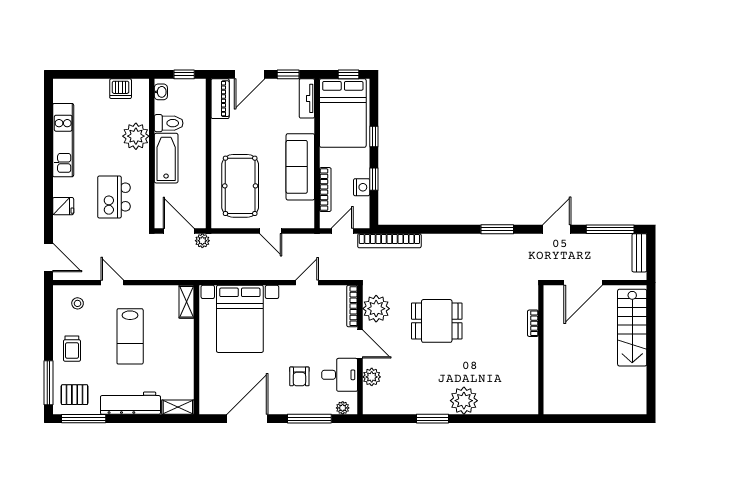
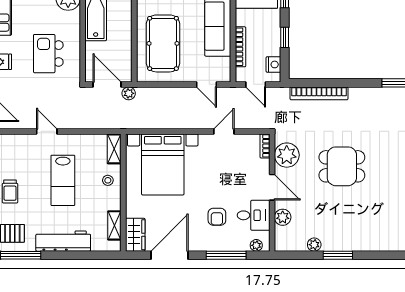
nightstand: (362, 187) -> (273, 64), moved
door: (271, 231) -> (206, 84), moved
door: (342, 231) -> (256, 84), swing flipped
bookcase: (389, 241) -> (319, 93), moved
stool: (78, 303) -> (108, 180), moved
bookcase: (352, 306) -> (265, 146), width x0.64
wardrobe: (210, 396) -> (135, 235), added
plant: (464, 401) -> (314, 245), moved, width x0.53, depth x0.53
shelving: (178, 407) -> (114, 225), moved, turned 90

